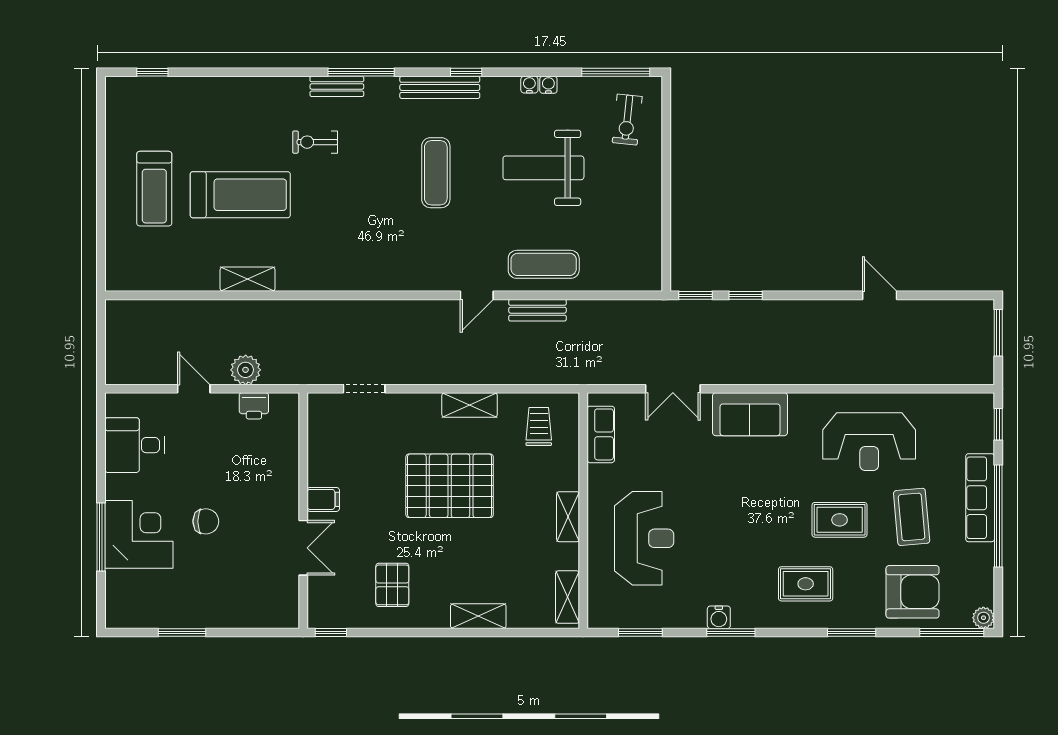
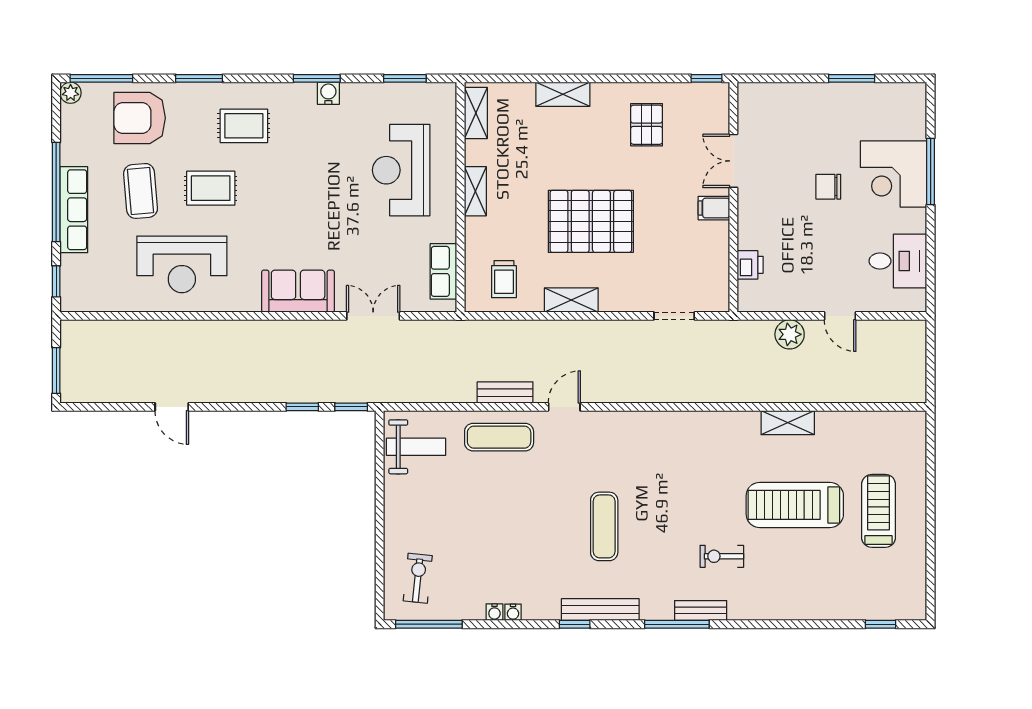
exercise bike: (315, 142) -> (722, 556), turned 180
weight bench: (543, 168) -> (416, 447), moved, width x0.73, depth x0.75
printer: (254, 406) -> (750, 265), moved, turned 90
reception desk: (869, 442) -> (182, 264), turned 180

